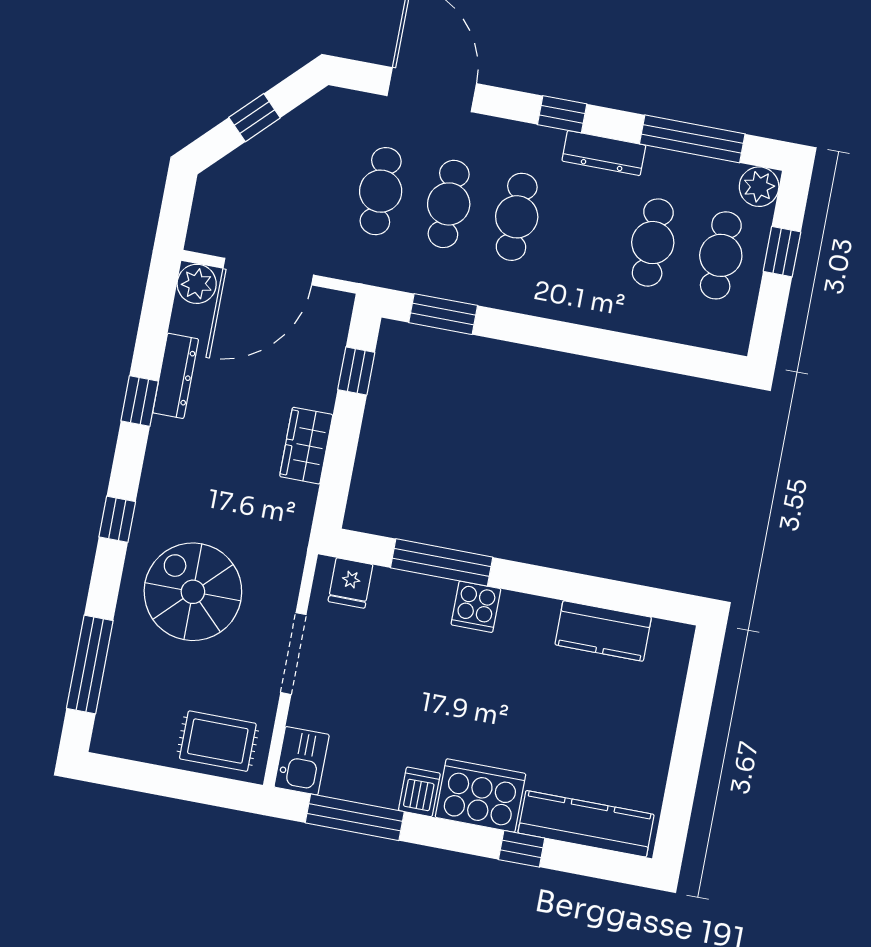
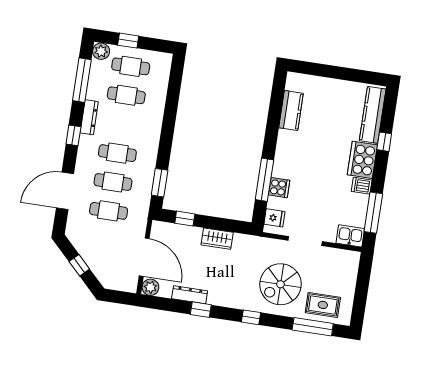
cooker: (476, 607) -> (279, 188), moved
rug: (218, 741) -> (323, 305), moved, turned 90

